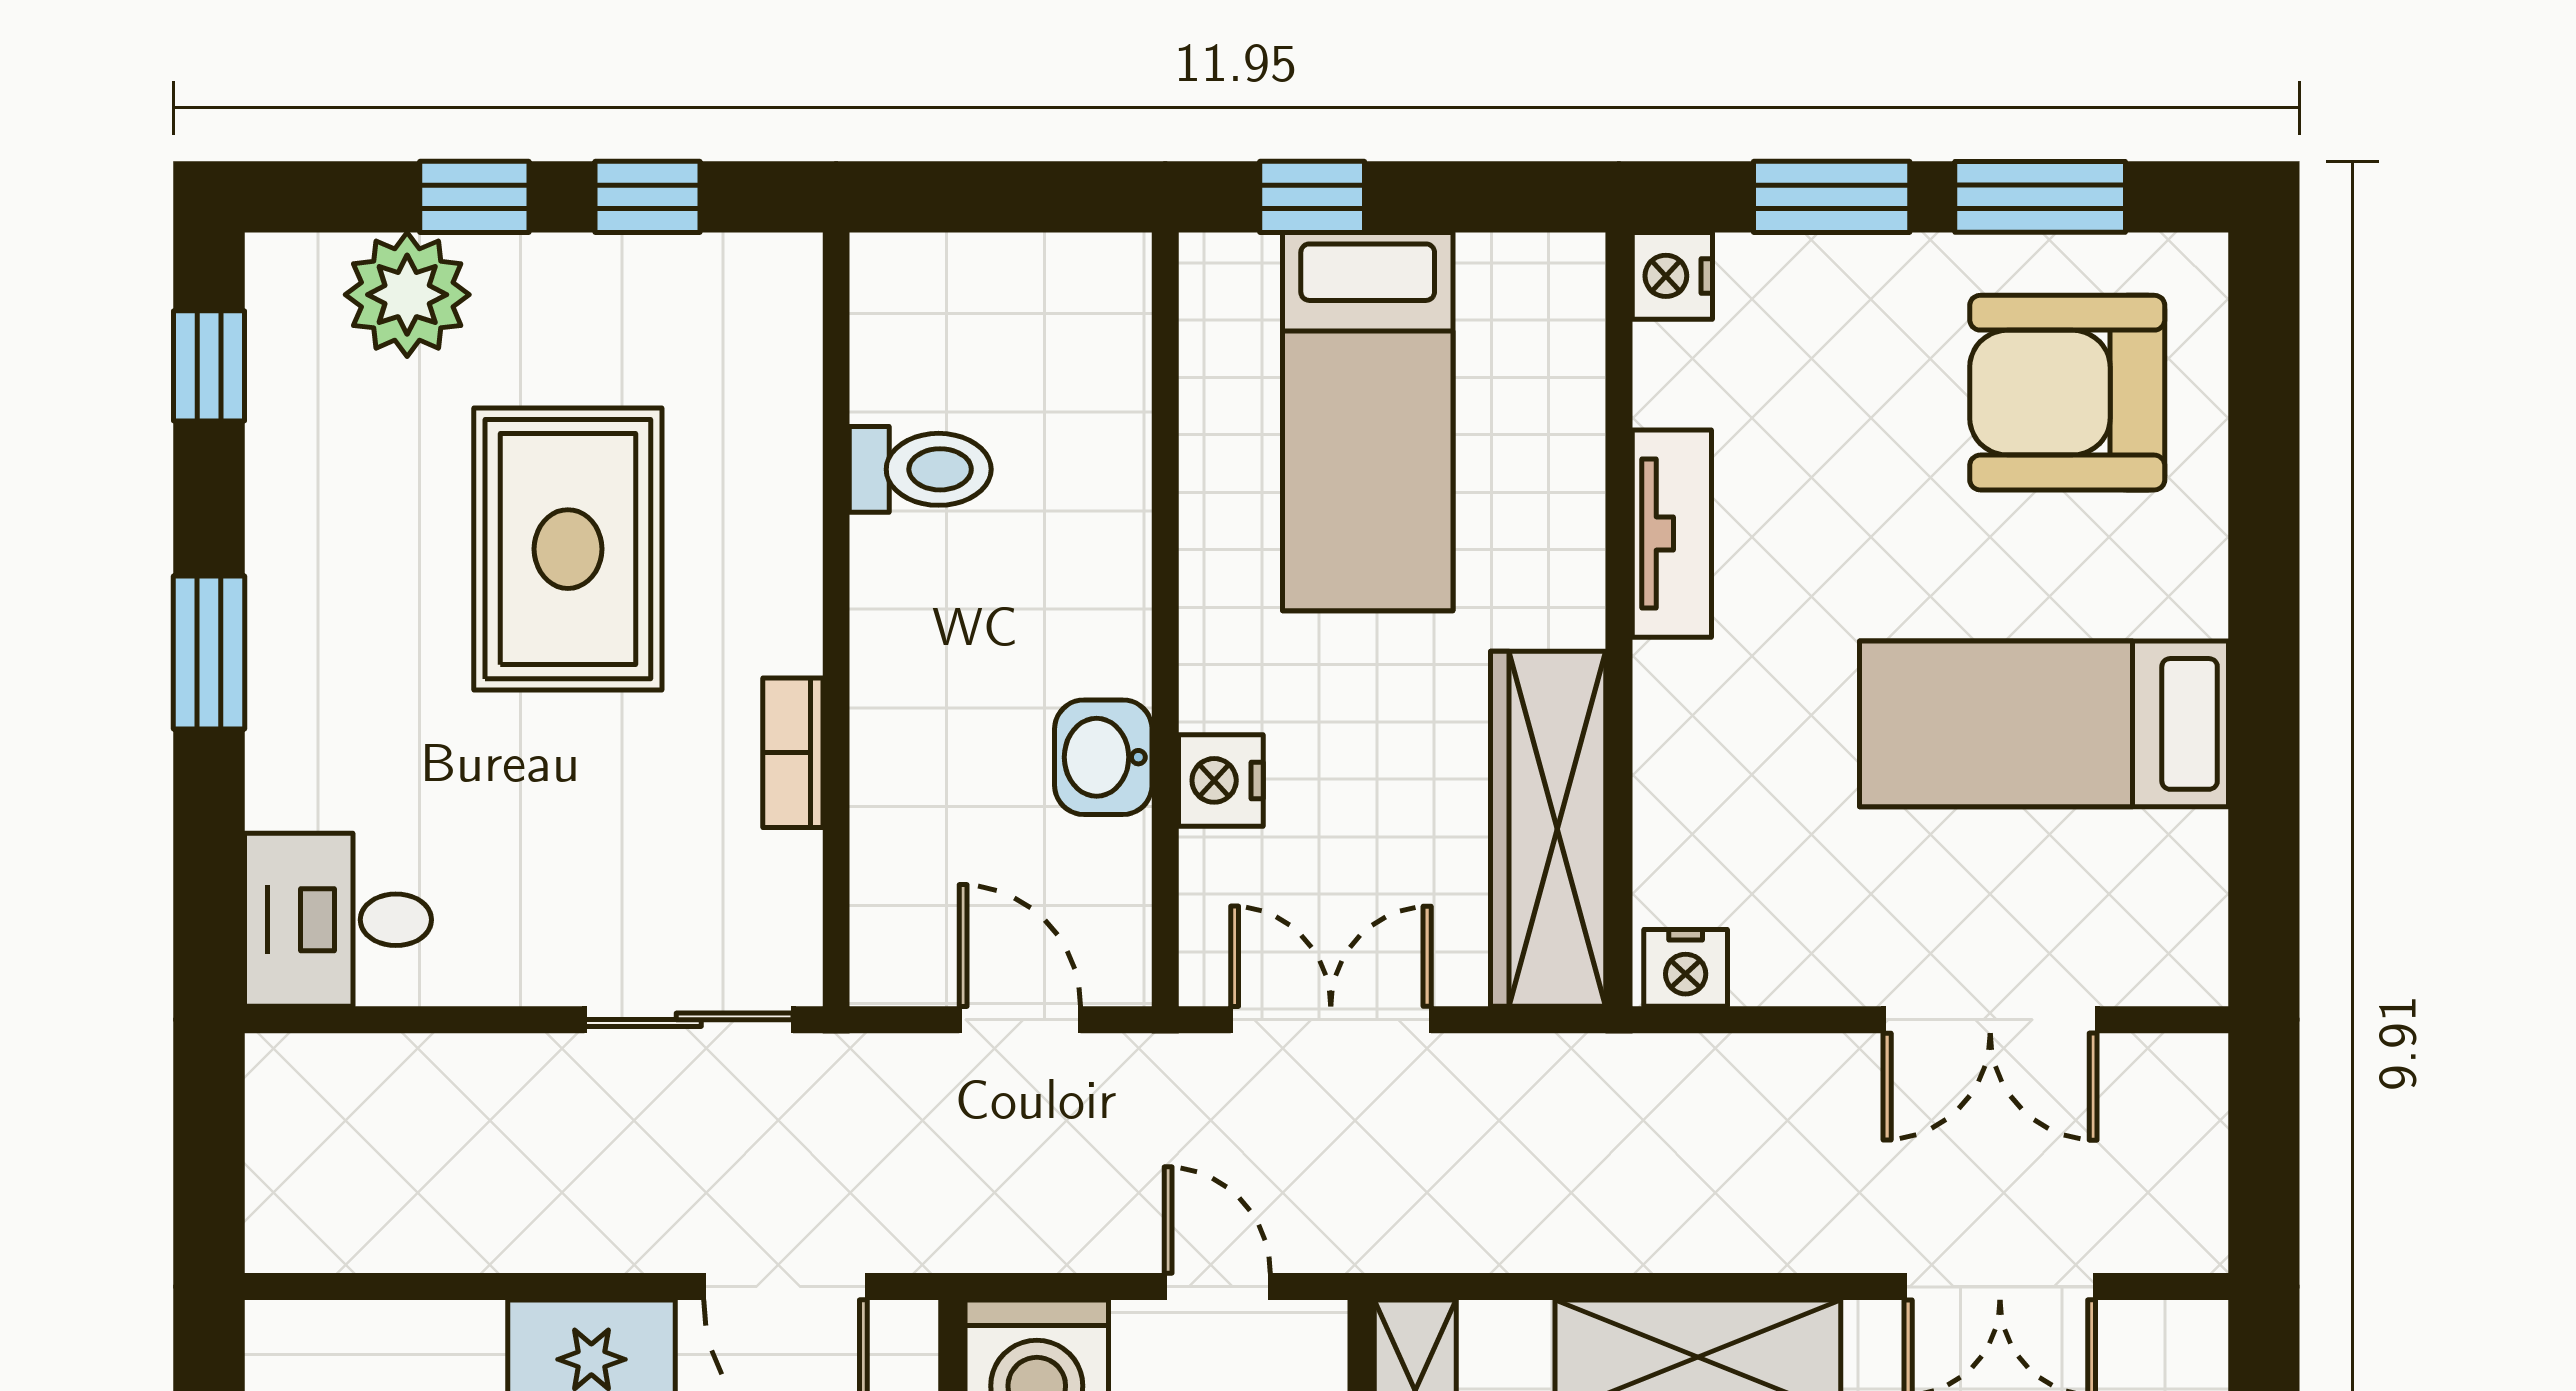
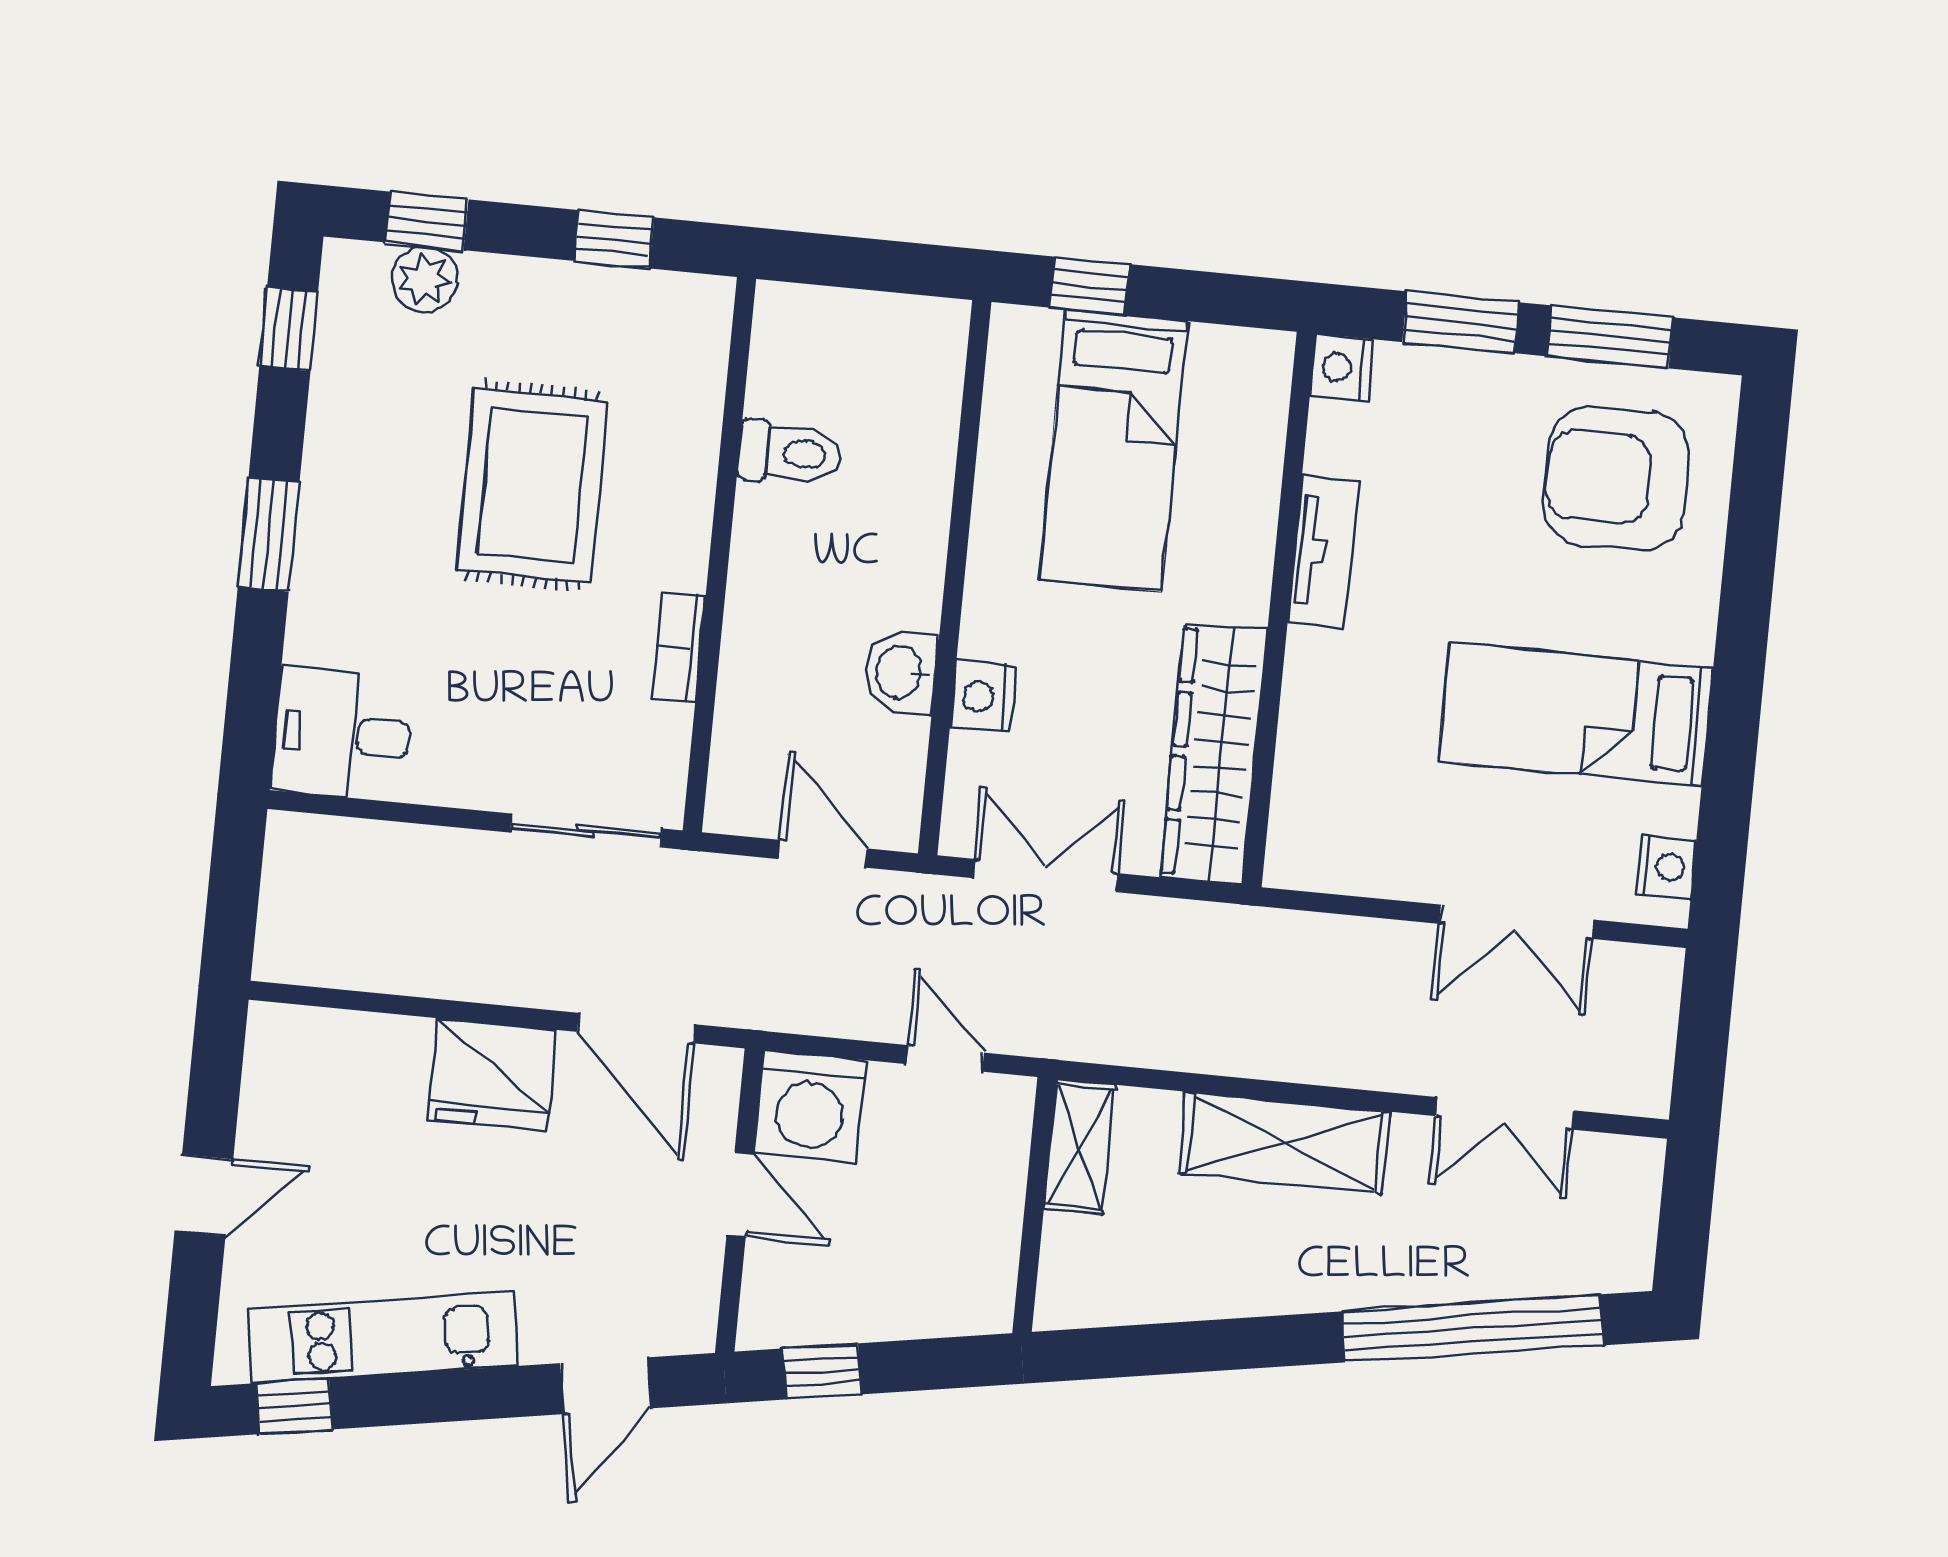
window: (474, 197) -> (427, 221), moved
plant: (407, 295) -> (425, 279), width x0.73, depth x0.73
nightstand: (1686, 968) -> (1666, 867), moved, turned -90

